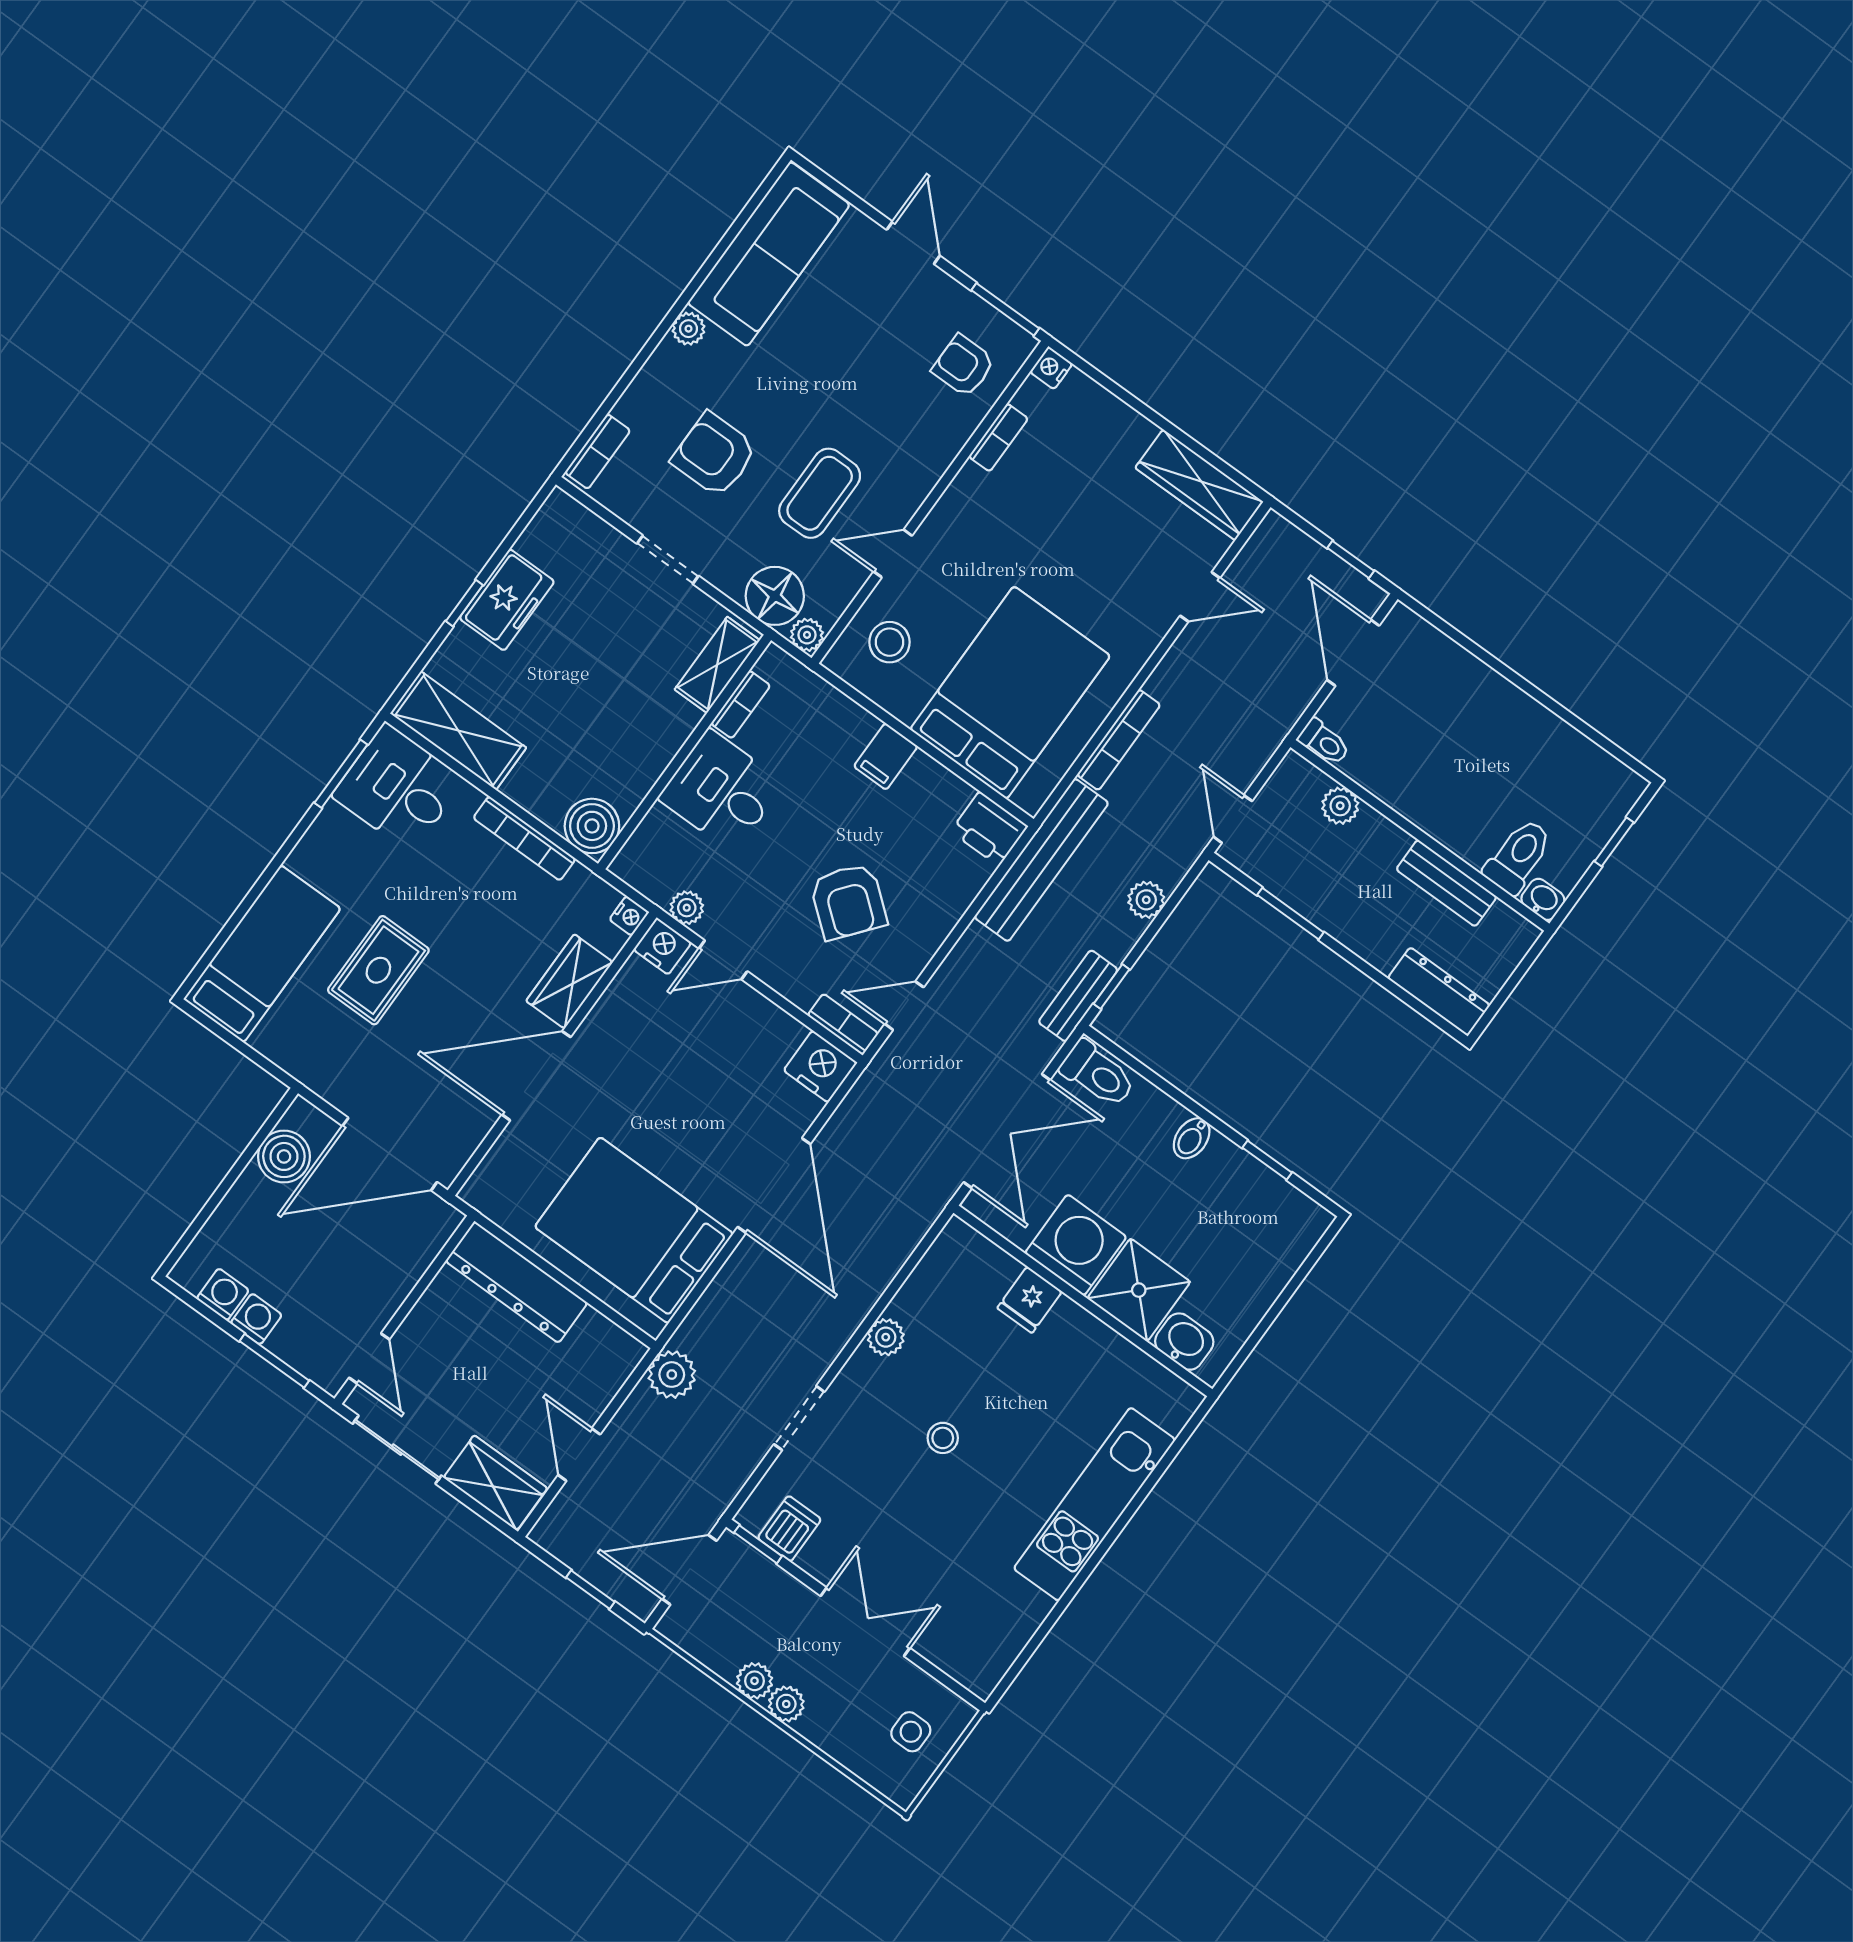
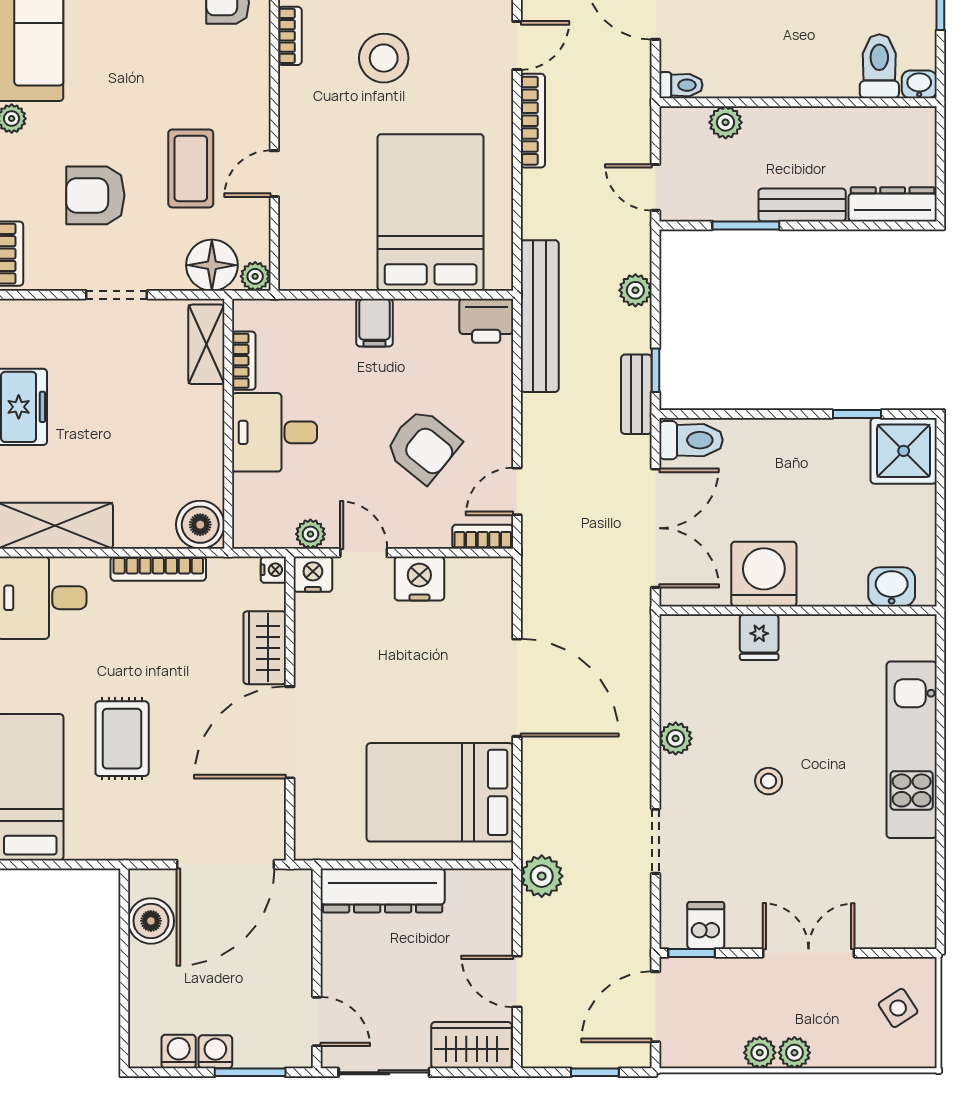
stool: (890, 642) -> (384, 58), moved, width x1.38, depth x1.38
bookcase: (1119, 740) -> (533, 121), moved
bench: (1446, 883) -> (802, 205), moved
door: (723, 960) -> (364, 553), swing flipped
nightstand: (820, 1067) -> (419, 579), moved
bidet: (1192, 1138) -> (791, 437), removed
shower: (1139, 1290) -> (904, 451), moved
side table: (911, 1732) -> (898, 1008), turned -33

